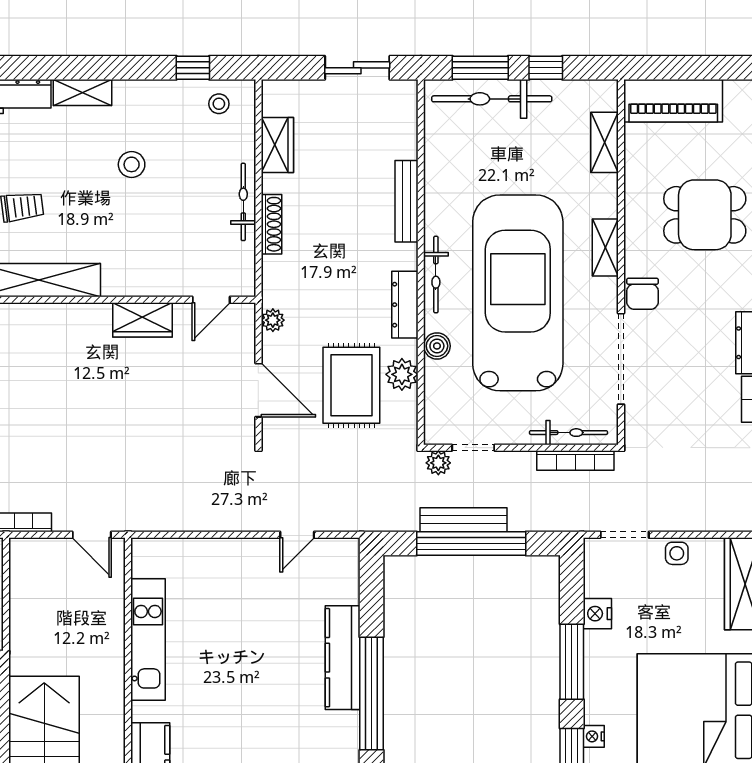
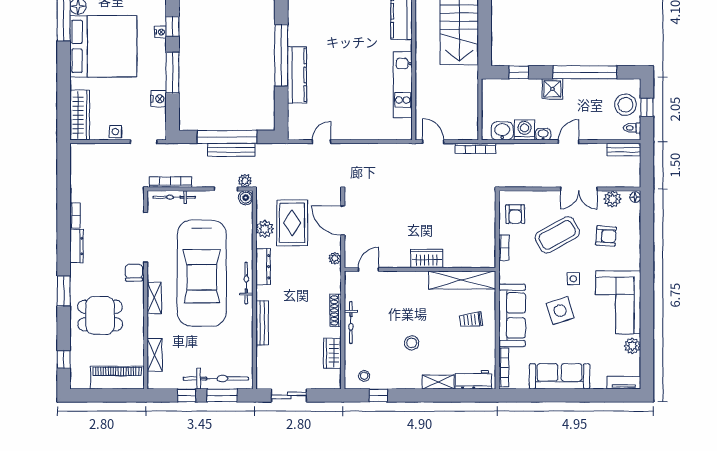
wardrobe: (143, 320) -> (427, 258), moved
boiler: (437, 346) -> (246, 198), moved

